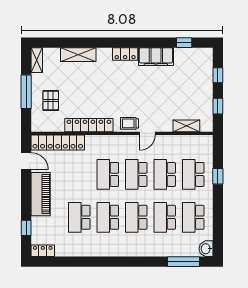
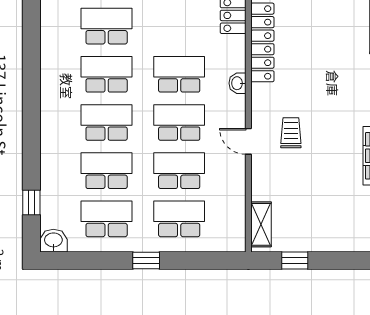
window: (218, 75) -> (347, 261), removed
trolley: (130, 123) -> (291, 133), moved
shelving: (186, 126) -> (261, 224), moved
washbasin: (113, 140) -> (237, 83), added
window: (218, 176) -> (146, 261), moved
window: (184, 262) -> (31, 203), width x0.46

